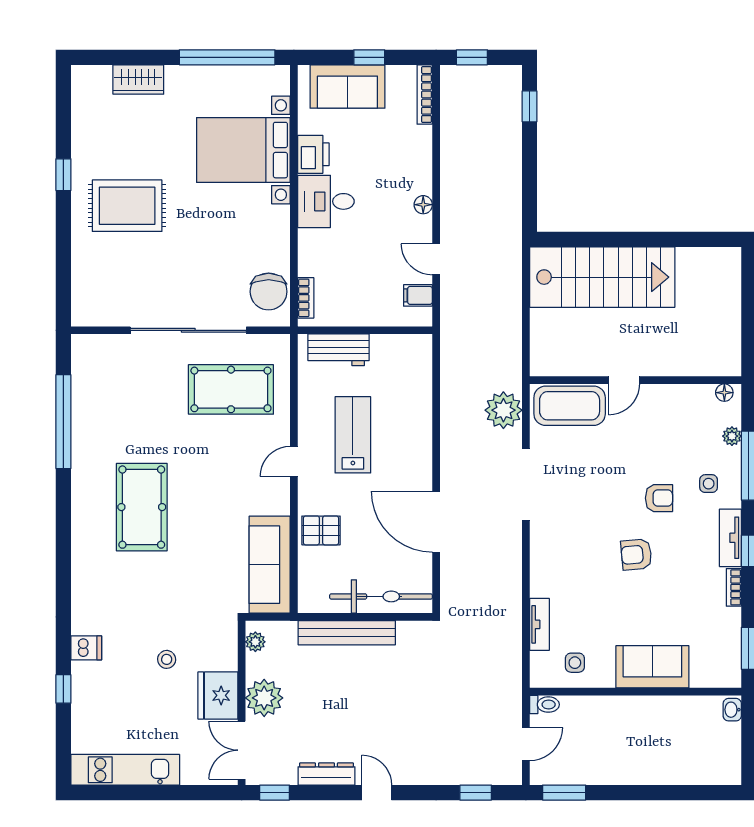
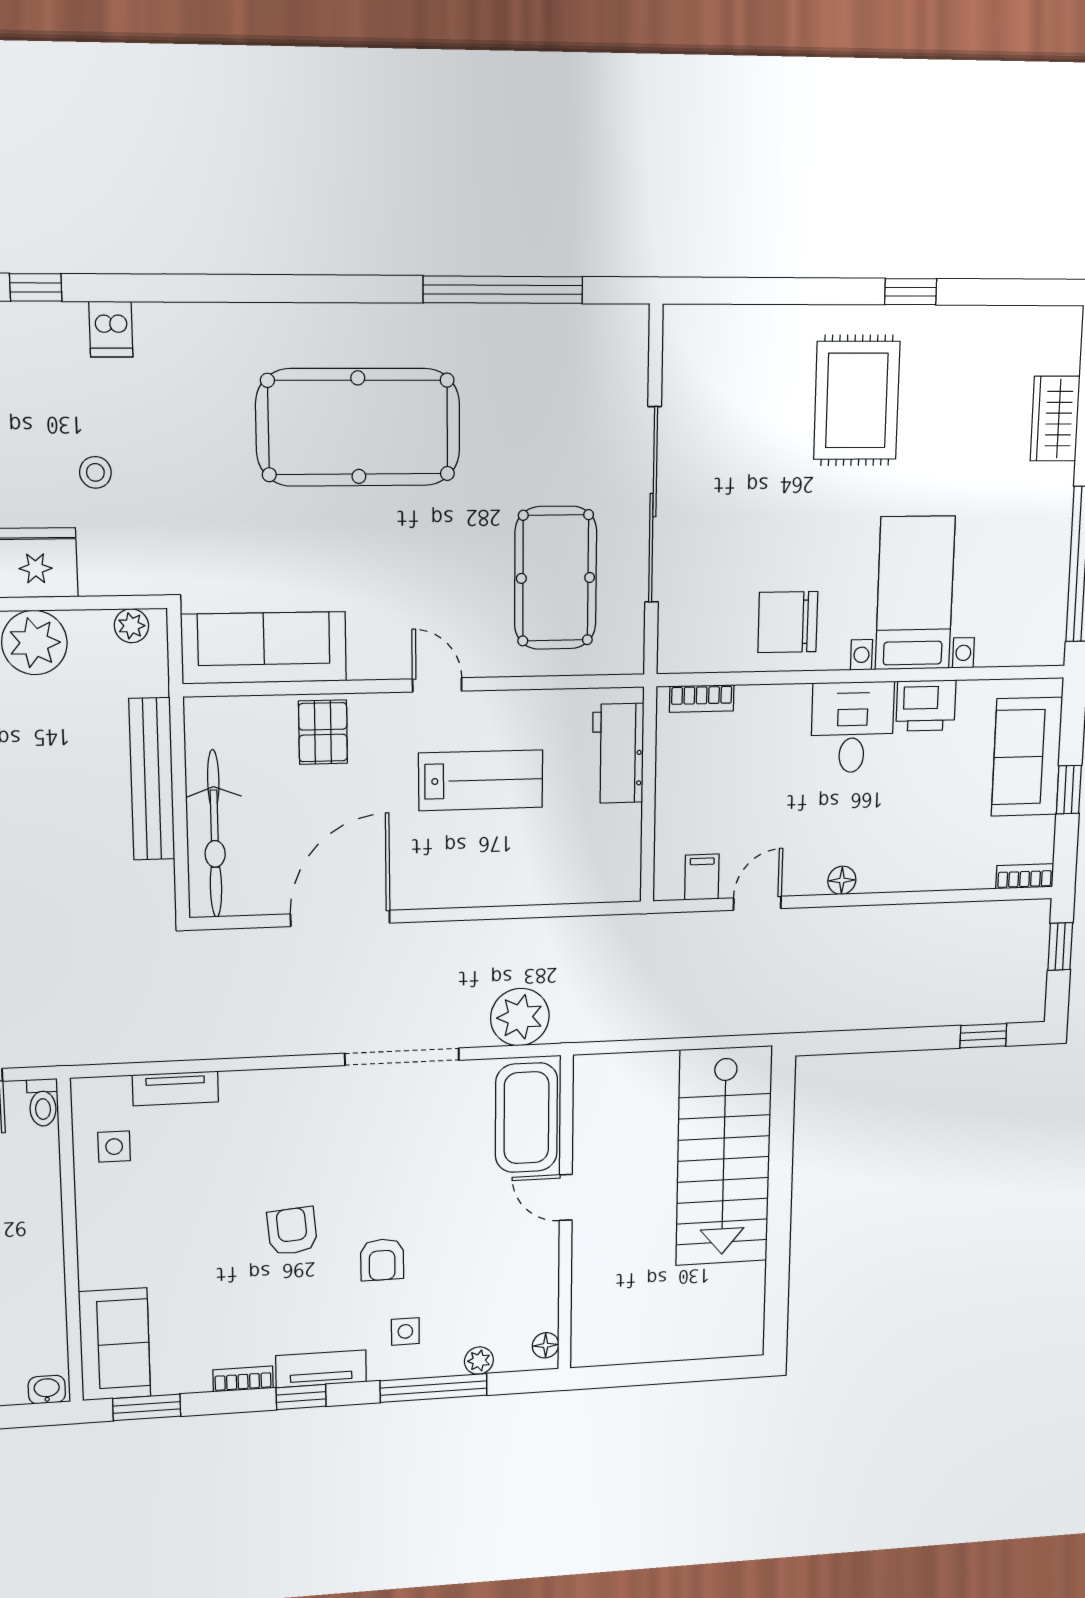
bookcase: (425, 95) -> (1025, 876), width x0.64
bed with nightstands: (243, 150) -> (915, 593), width x0.73
chair: (269, 292) -> (788, 622), moved
pool table: (142, 507) -> (358, 427), width x1.36, depth x1.32
sofa: (652, 667) -> (115, 1344), moved

